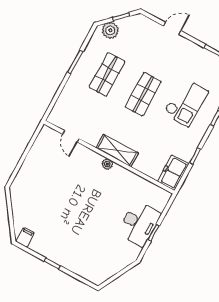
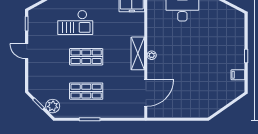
door: (172, 28) -> (27, 51), moved
checkout: (186, 102) -> (75, 22), turned 180
door: (71, 136) -> (146, 93), width x1.88
filing cabinet: (25, 238) -> (238, 75), moved

